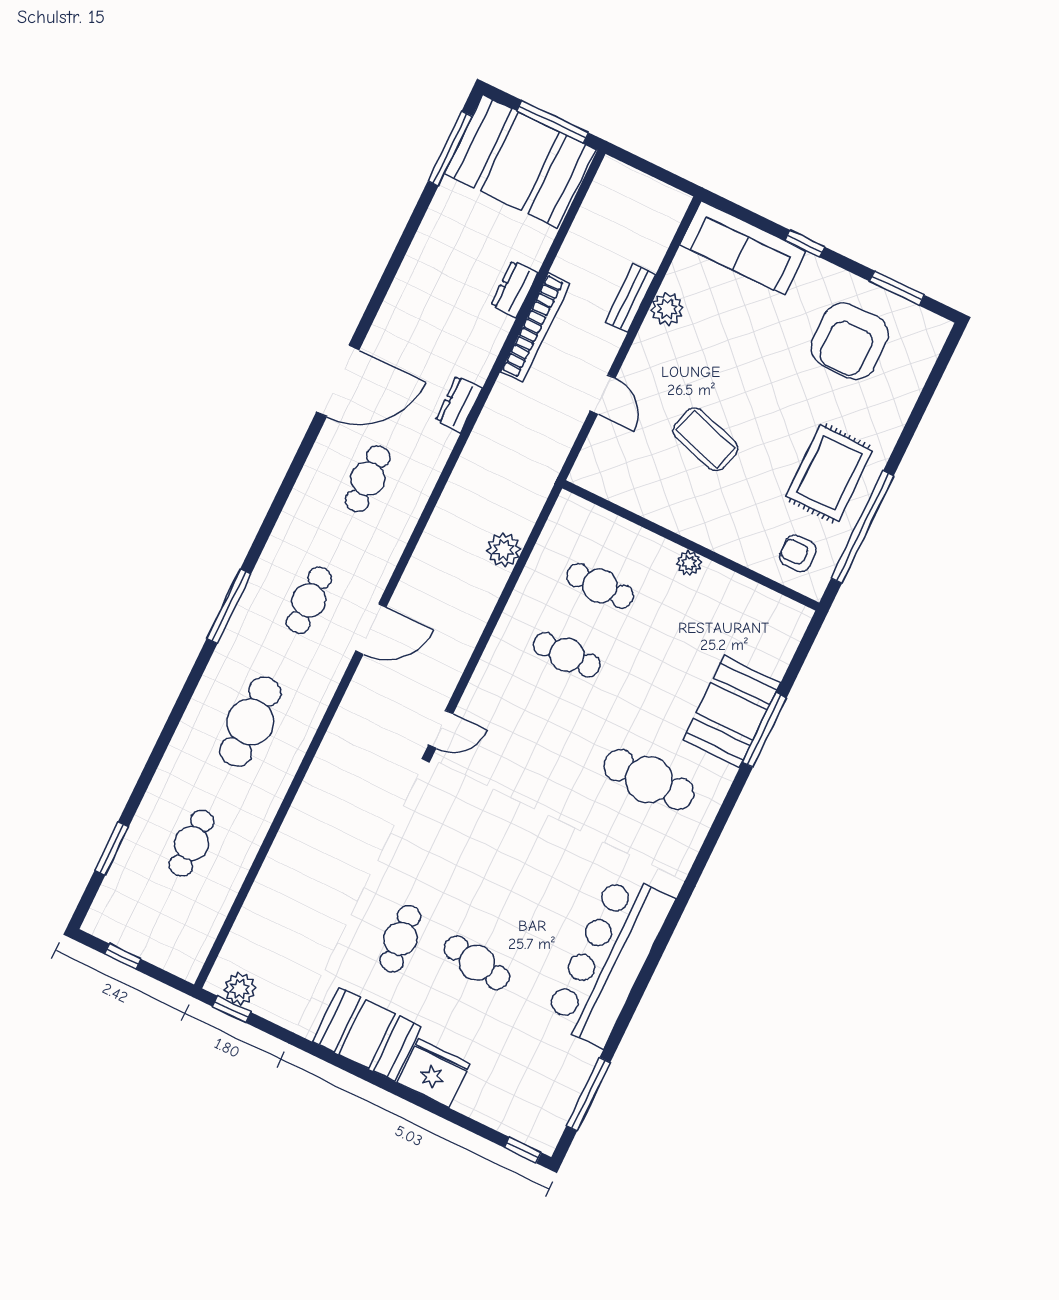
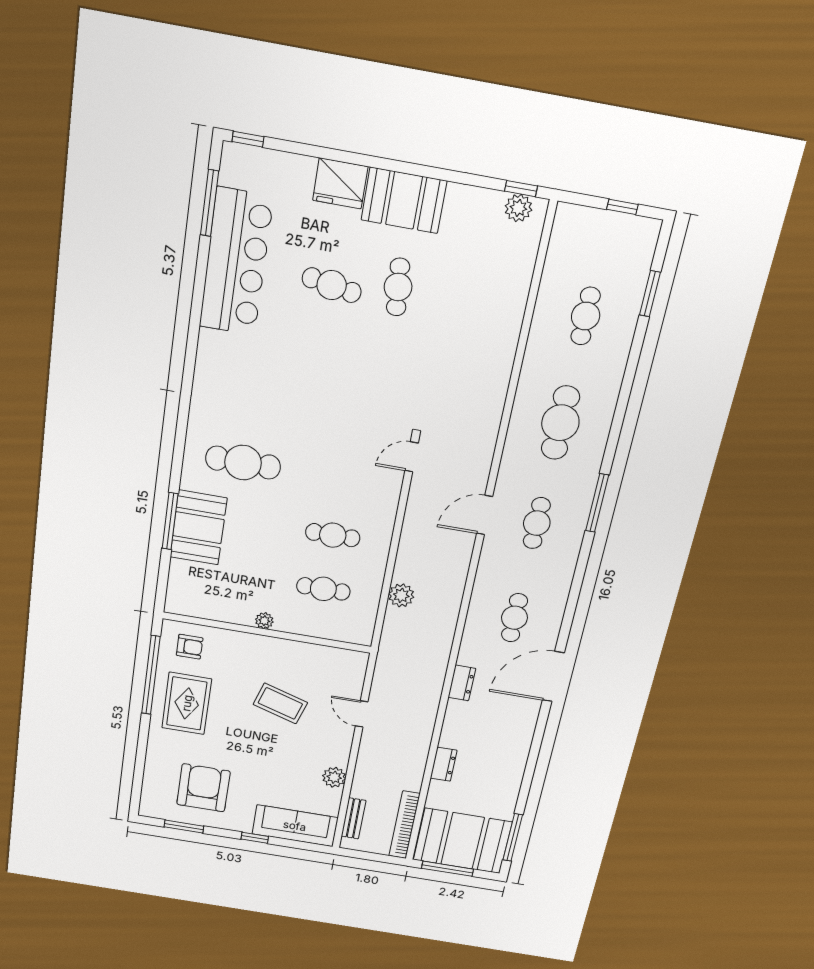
bench: (631, 298) -> (353, 818), moved
bookcase: (535, 327) -> (405, 825), moved
bar counter: (609, 959) -> (236, 262), moved

